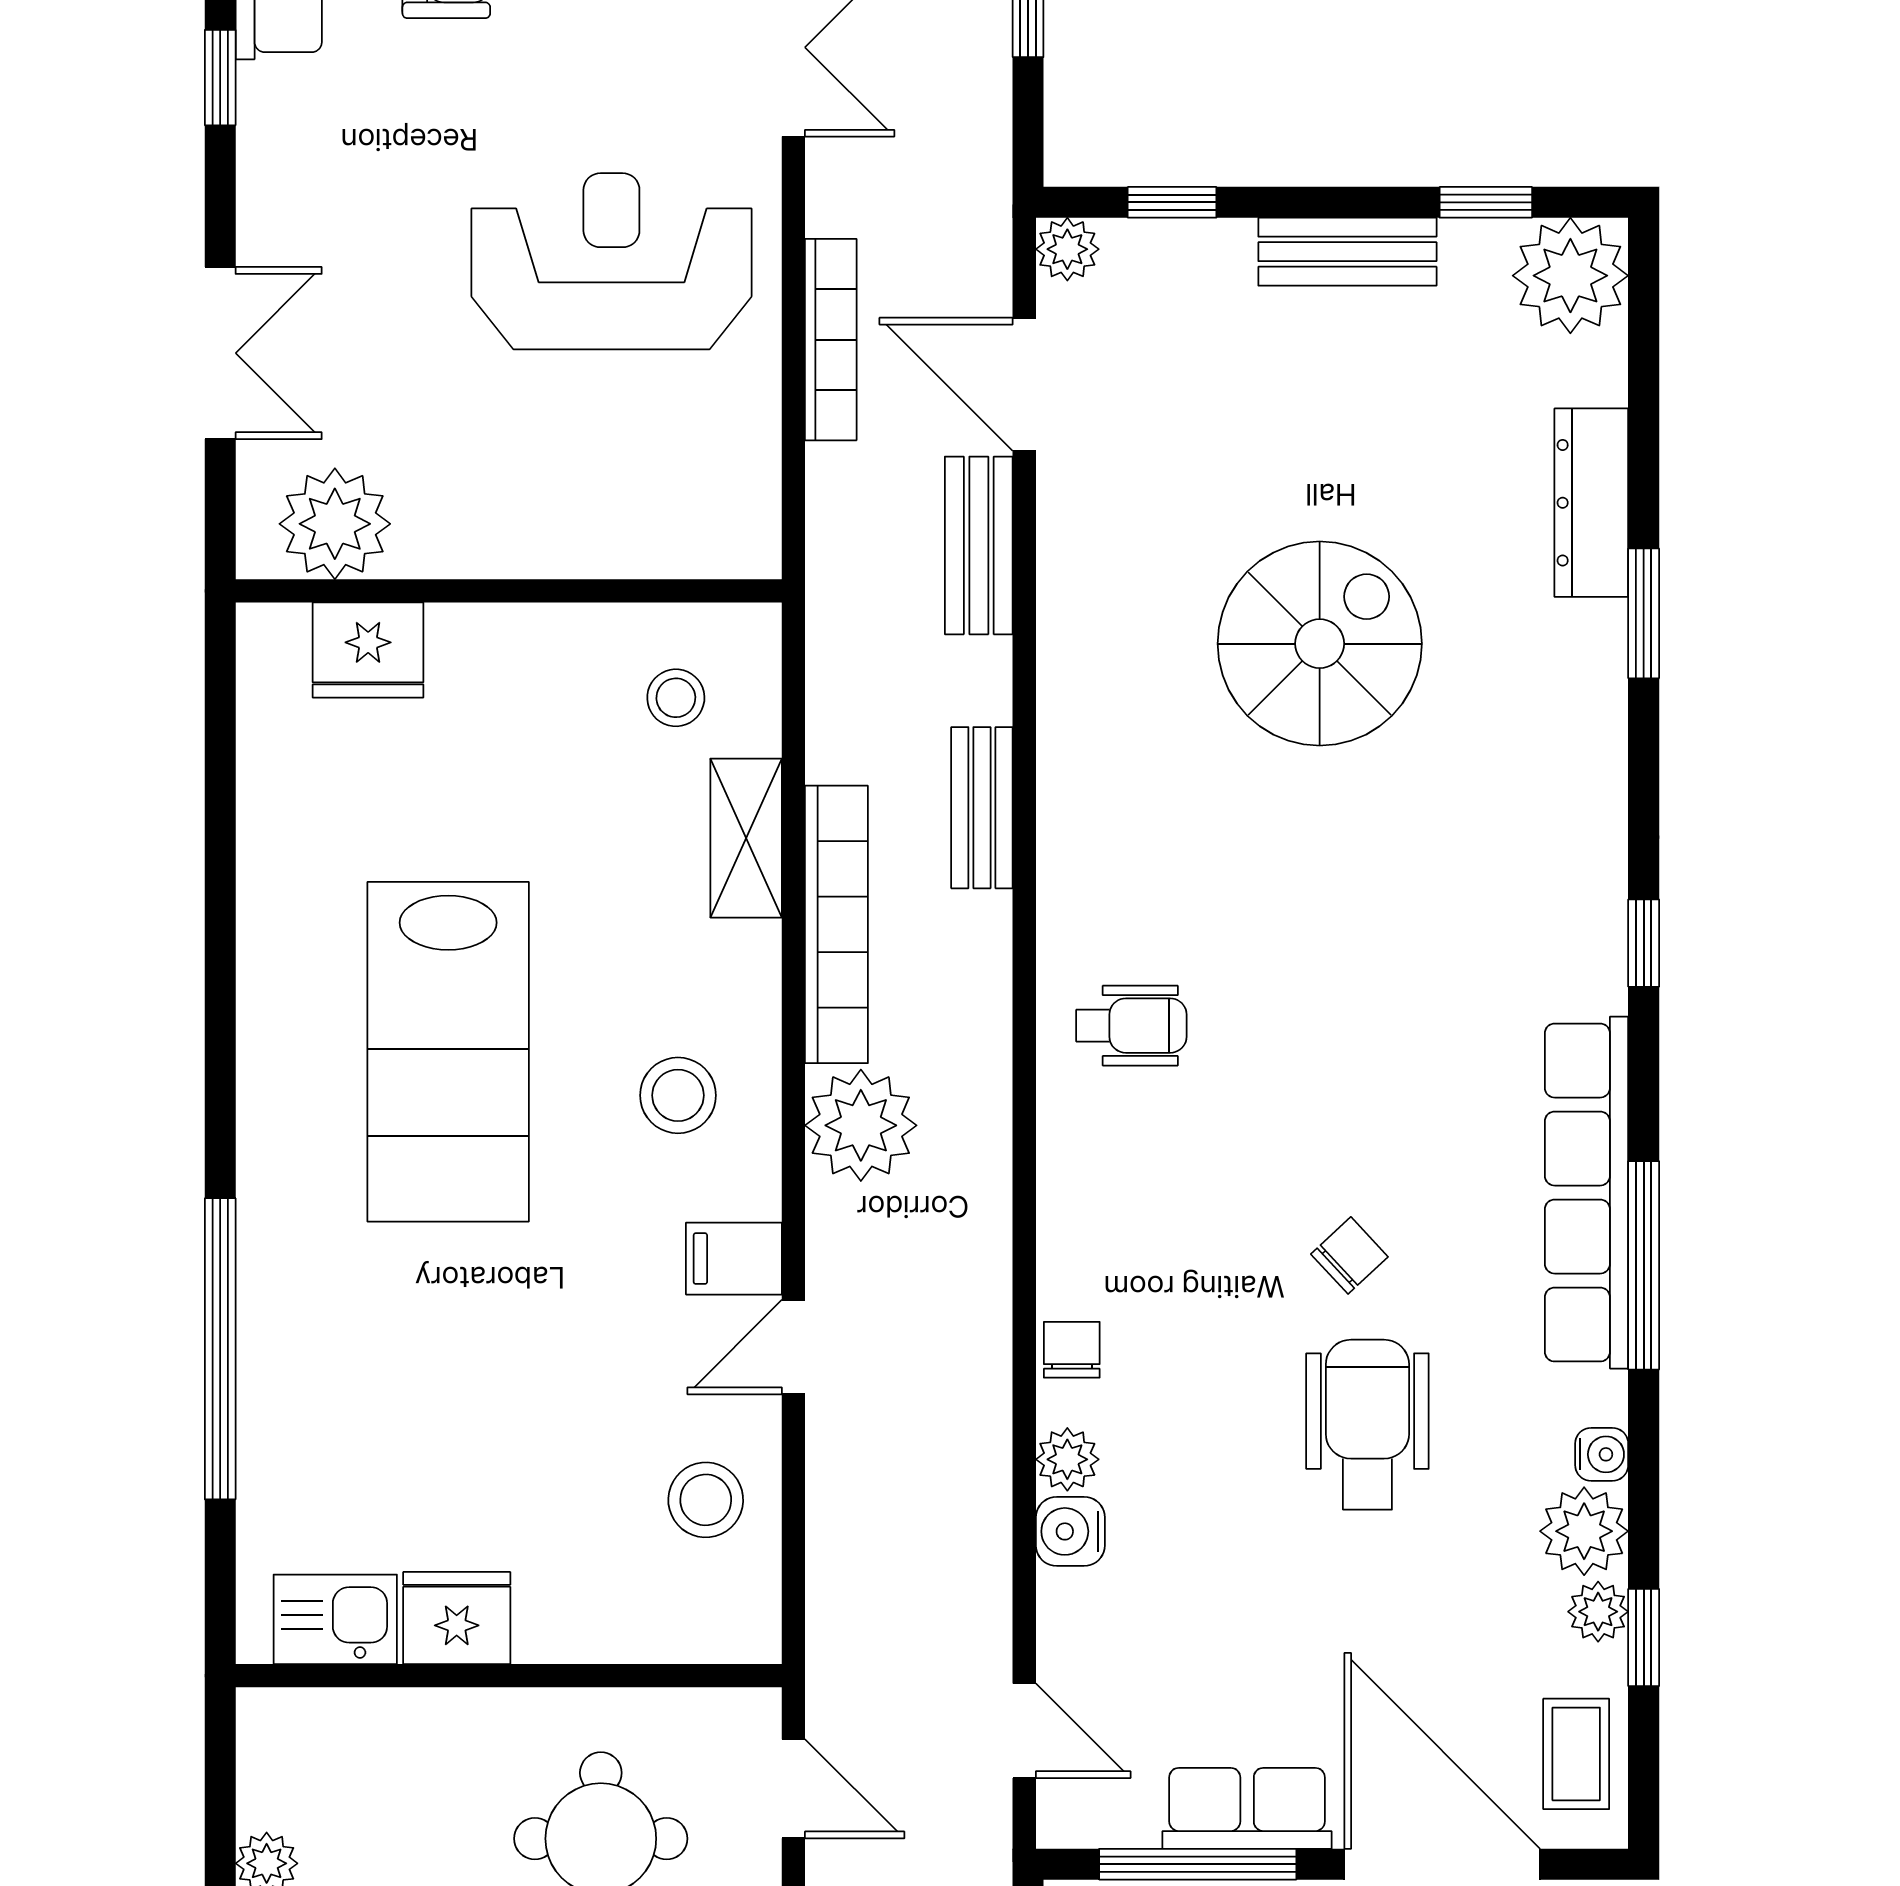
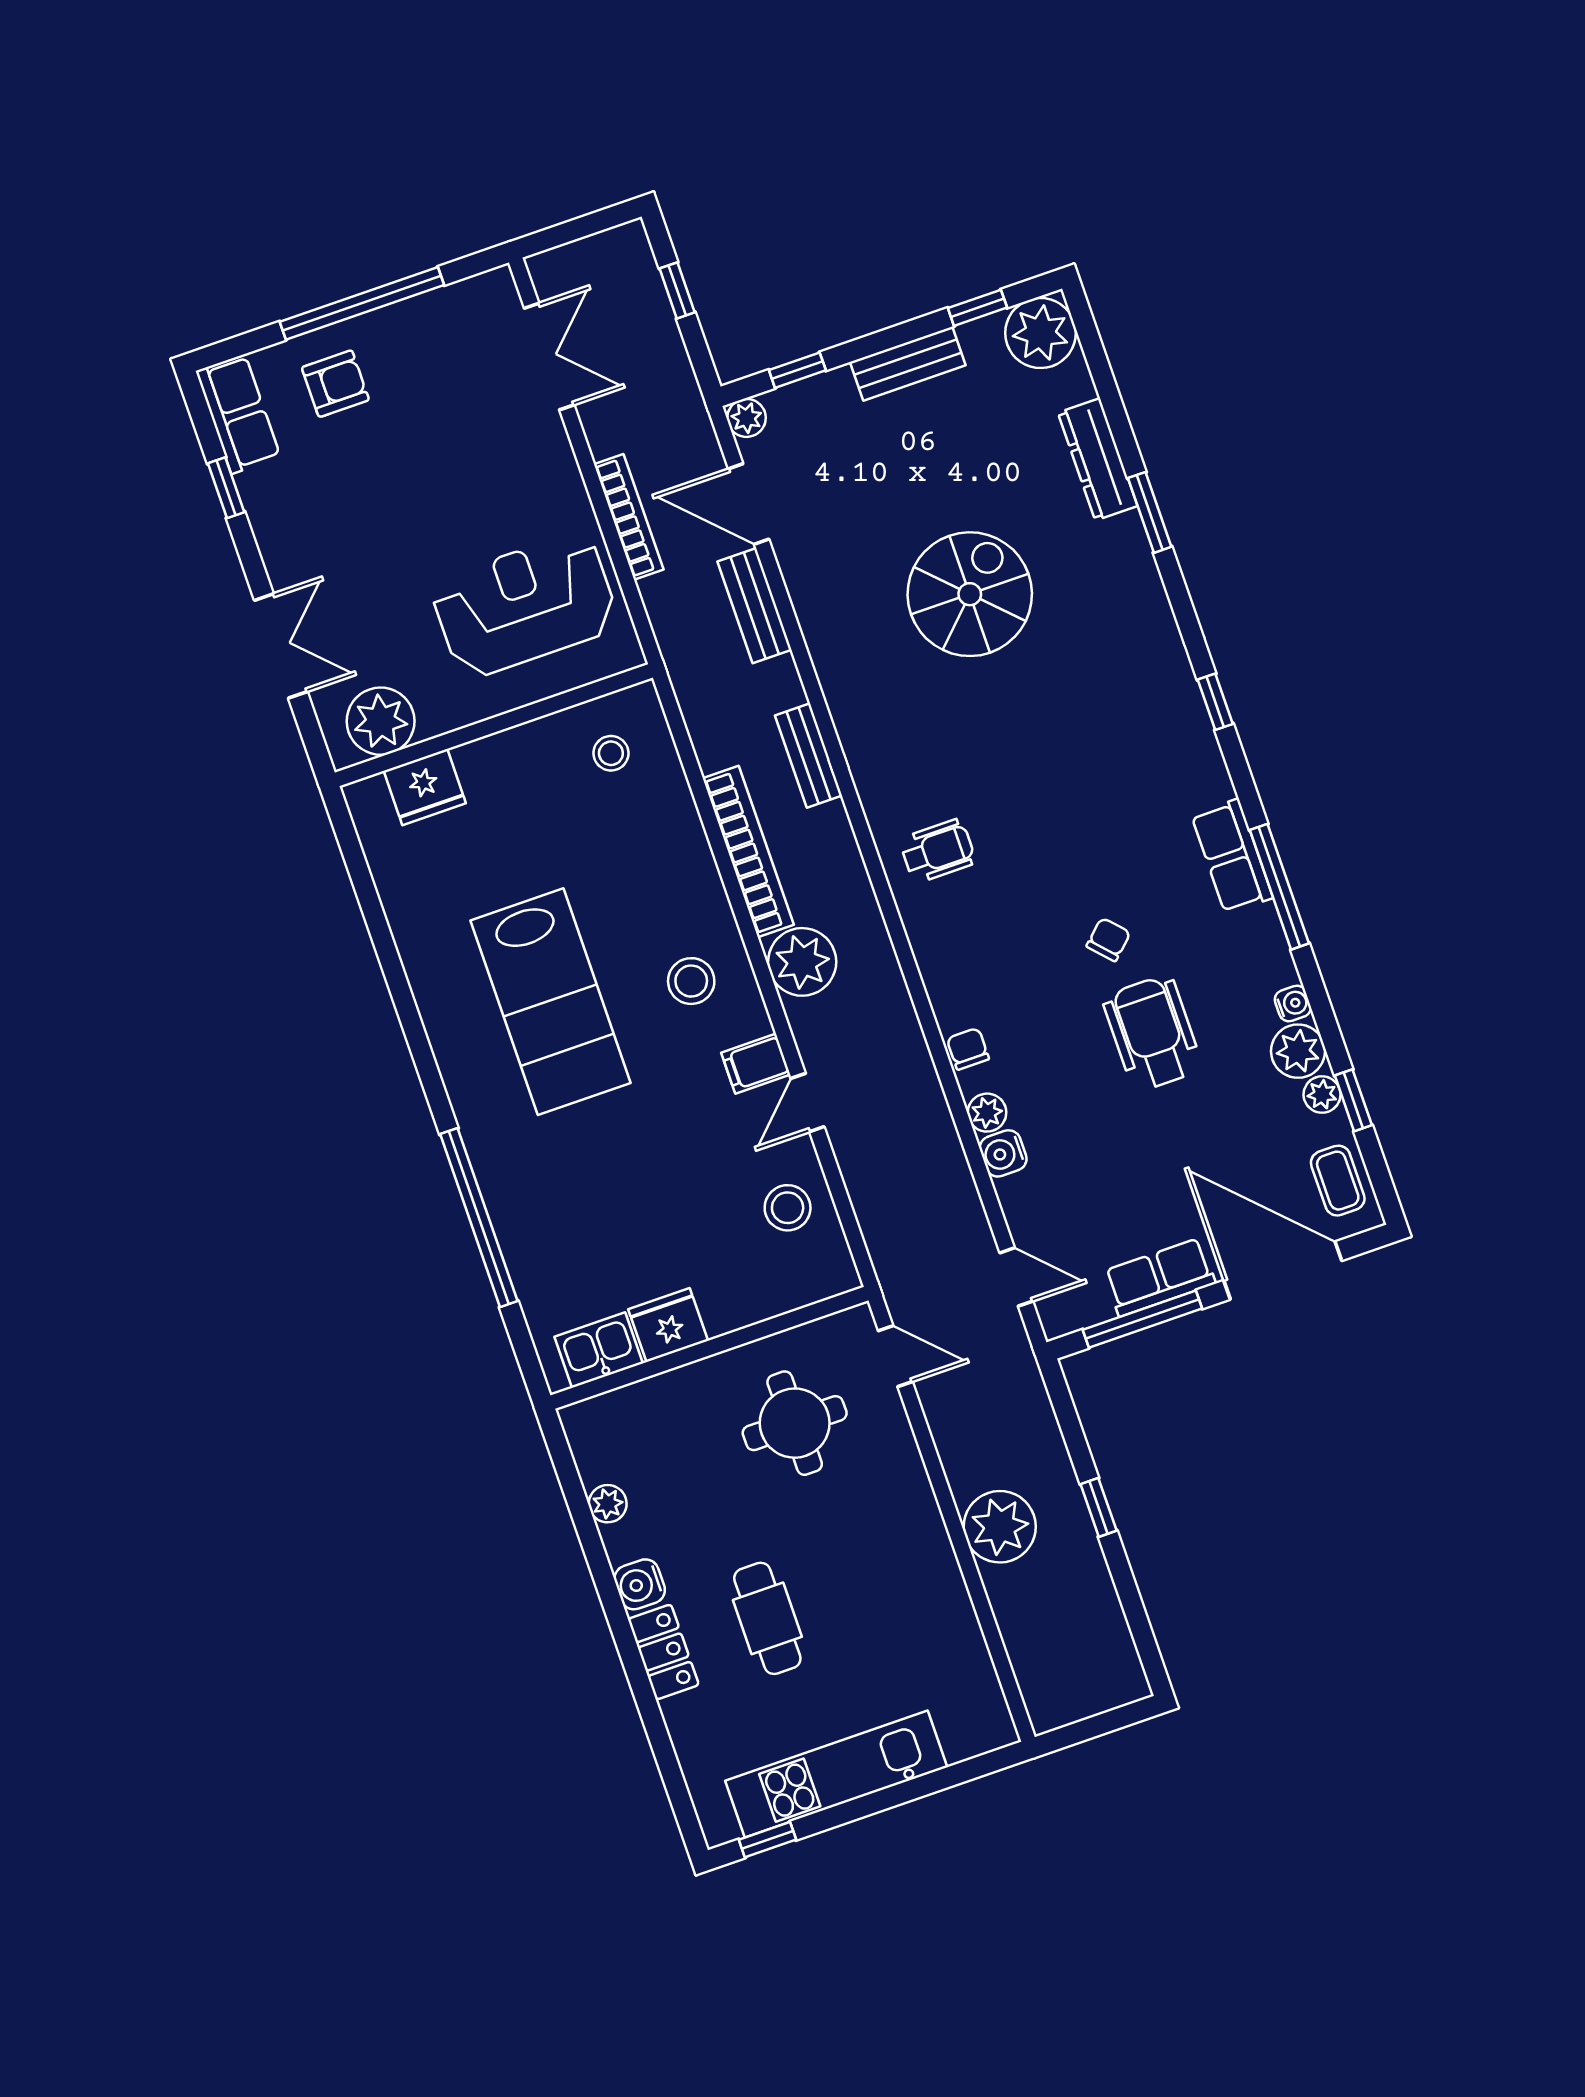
reception desk: (611, 261) -> (525, 605), moved
shelving: (746, 838) -> (679, 820), removed
row of seats: (1587, 1193) -> (1232, 856), width x0.50

